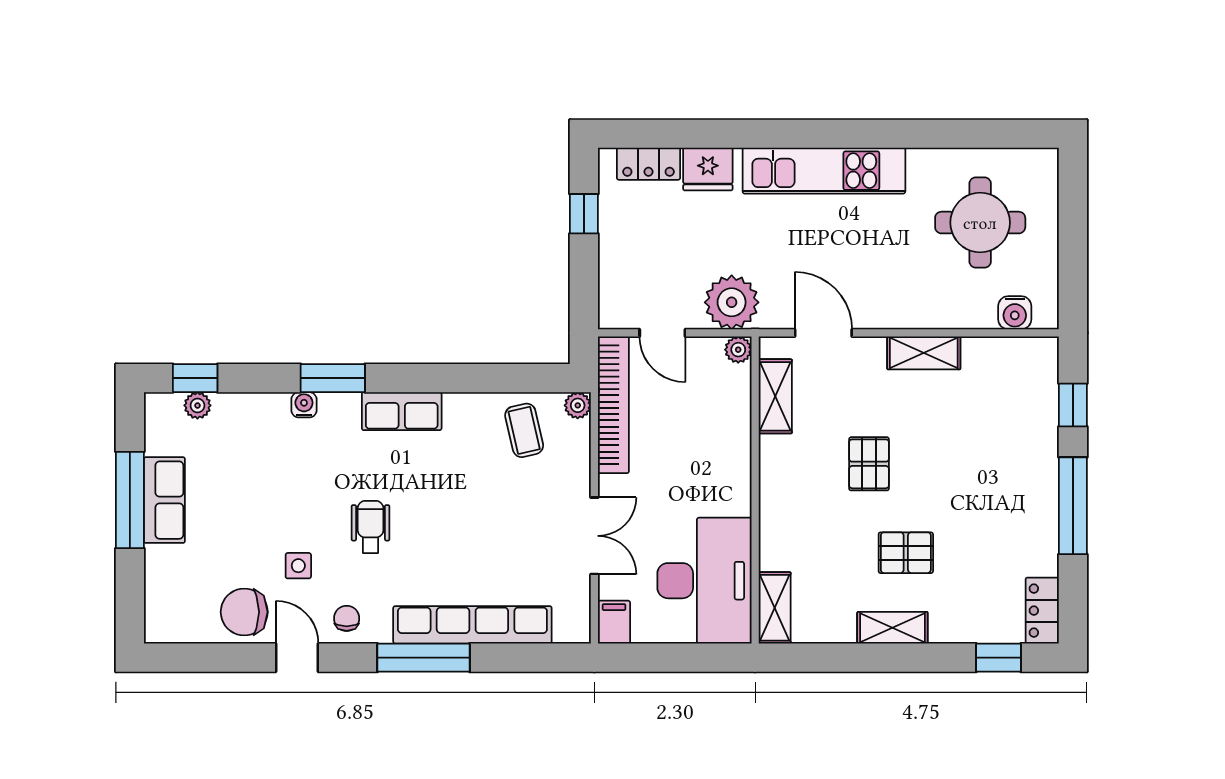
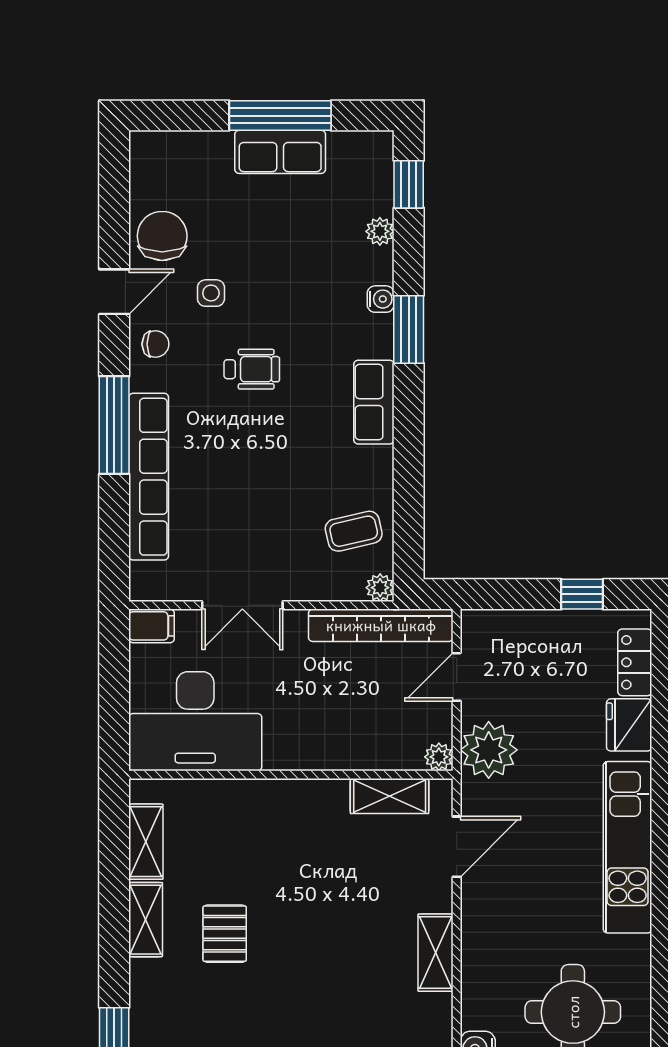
plant: (197, 405) -> (380, 231), moved
pallet: (869, 464) -> (318, 895), removed
shelving: (775, 608) -> (146, 842), moved, turned 90

